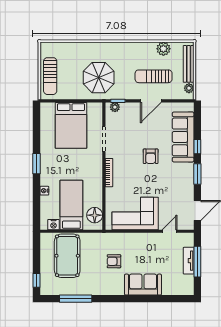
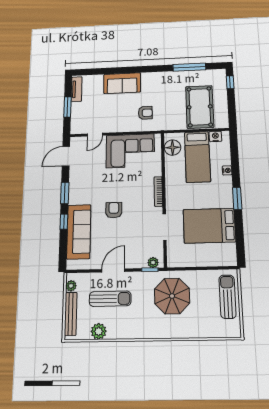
bed: (71, 125) -> (209, 226), moved, turned -90
armchair: (114, 261) -> (145, 113), moved
tv unit: (189, 261) -> (77, 89), moved
window: (197, 262) -> (67, 107), width x0.69

